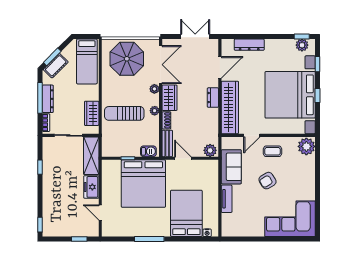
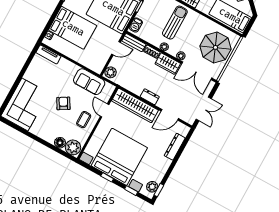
door: (220, 67) -> (170, 115), hinge flipped
floor lamp: (309, 162) -> (60, 143), added
tv unit: (227, 199) -> (48, 55), moved

